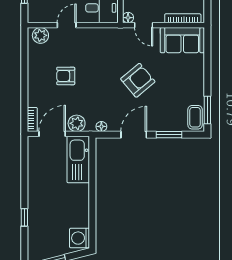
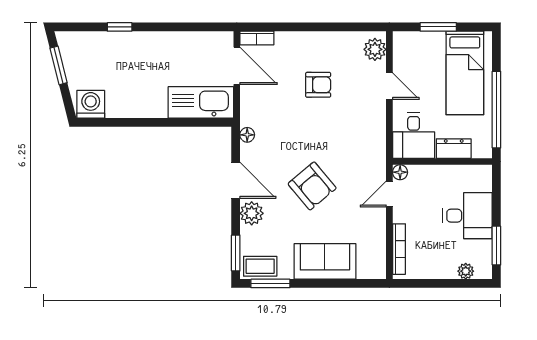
sofa: (182, 40) -> (325, 261), moved, turned 90
armchair: (66, 76) -> (318, 85), turned 90
plant: (77, 123) -> (252, 213), moved
window: (169, 135) -> (236, 253), moved

